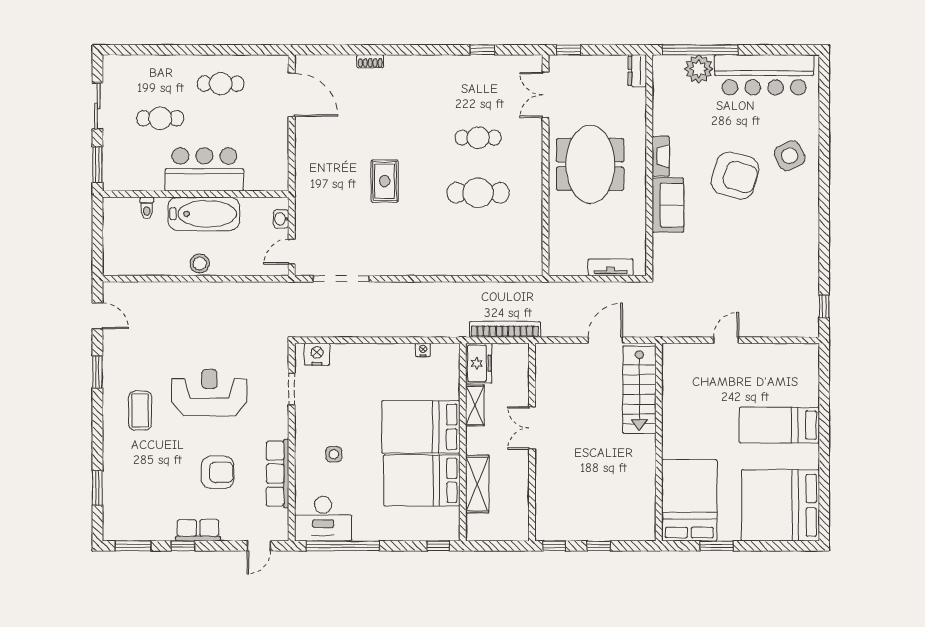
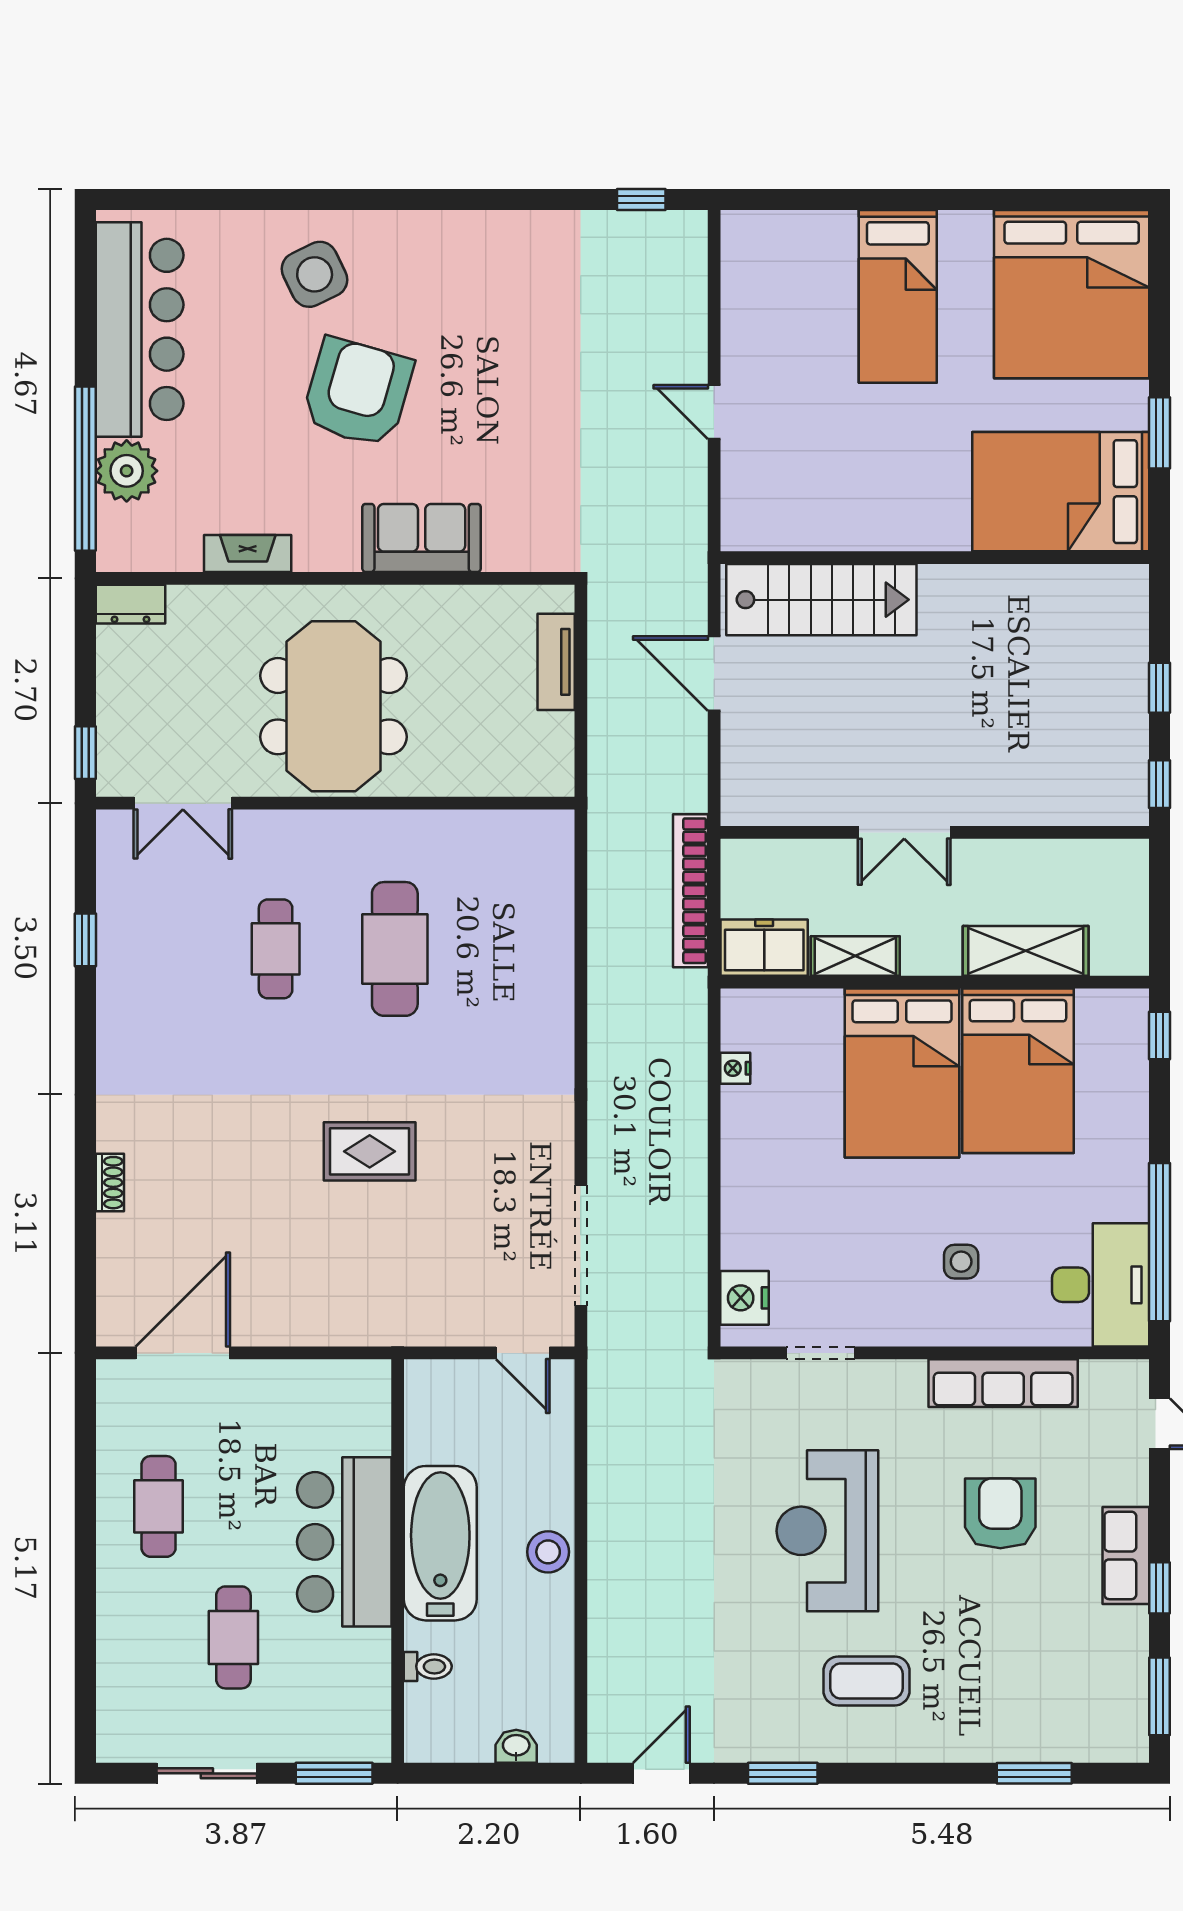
fireplace: (661, 156) -> (248, 554), moved
meeting table: (590, 164) -> (334, 706), turned 90
washbasin: (281, 219) -> (516, 1746), moved, turned 180

